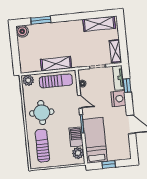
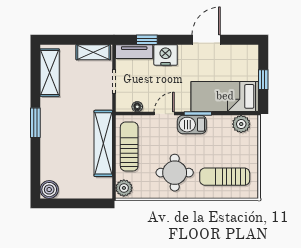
window: (41, 20) -> (35, 123), moved
shelving: (56, 64) -> (103, 143), width x1.47
barbecue: (76, 137) -> (192, 125), moved

